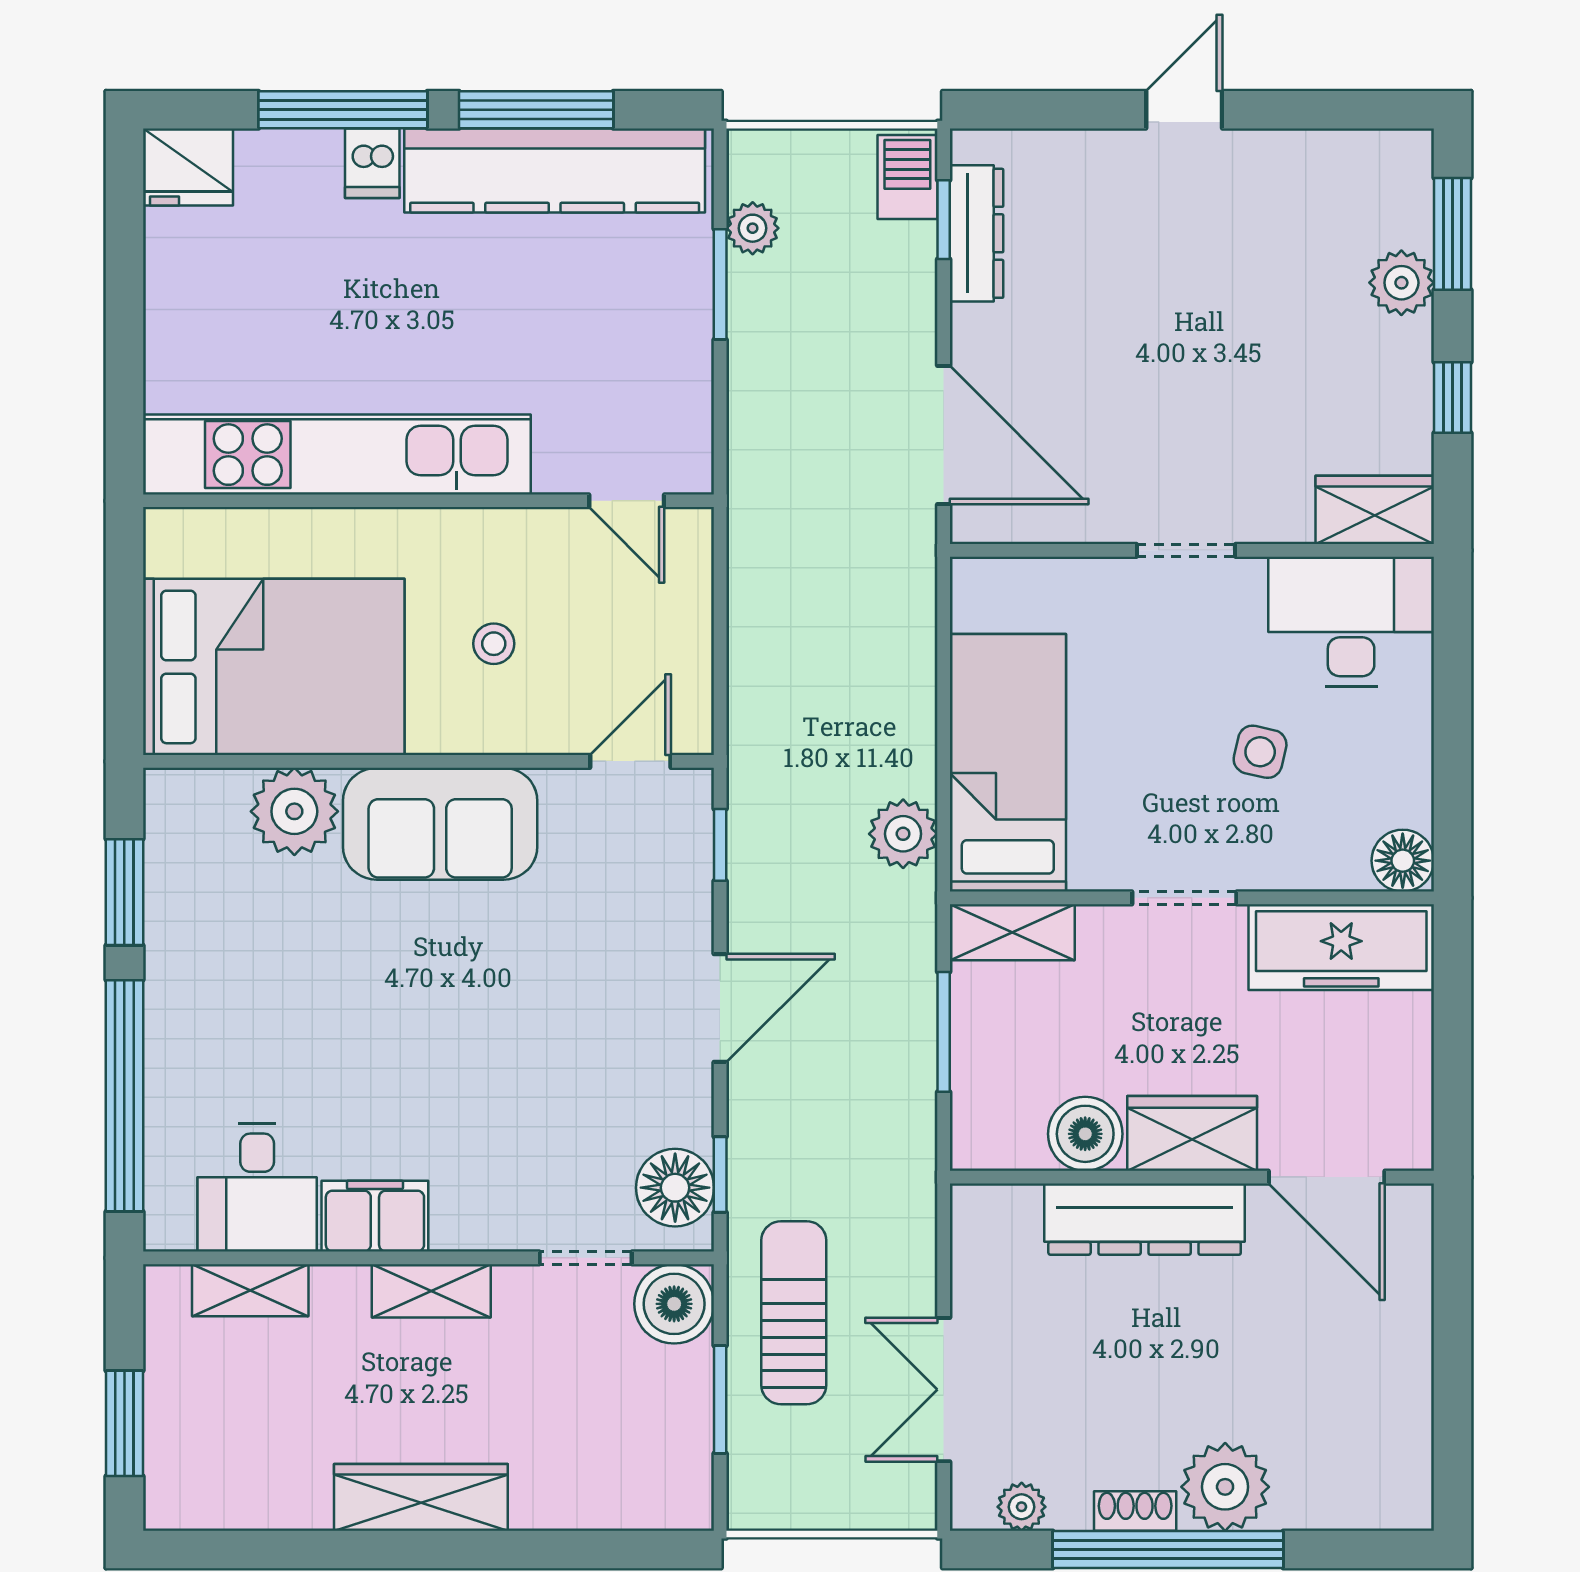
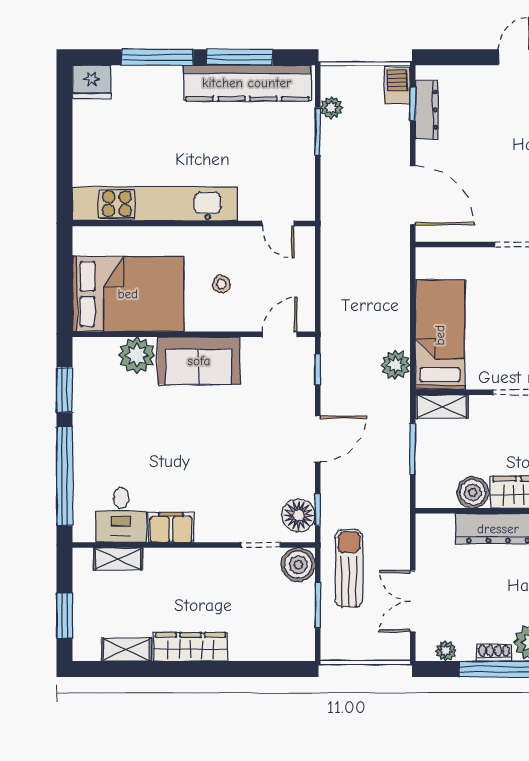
dishwasher: (372, 163) -> (170, 80), removed
shelving: (431, 1291) -> (126, 650), moved

